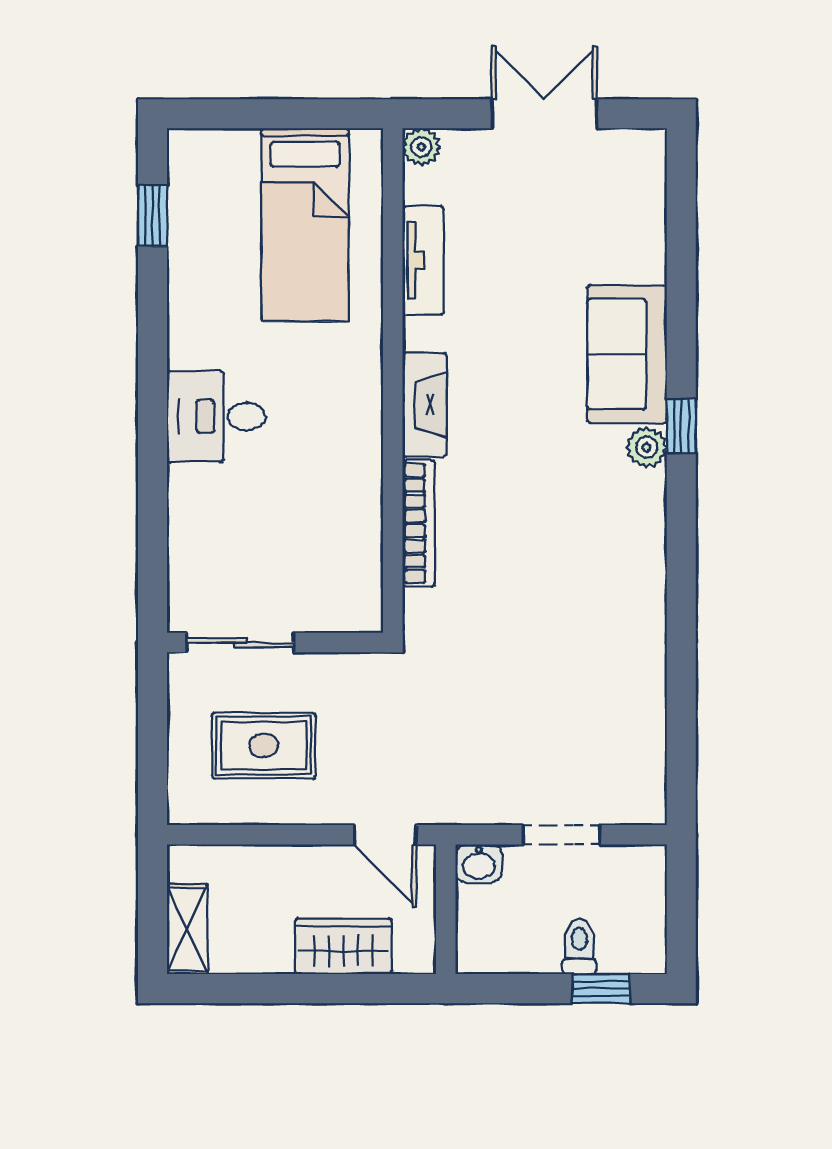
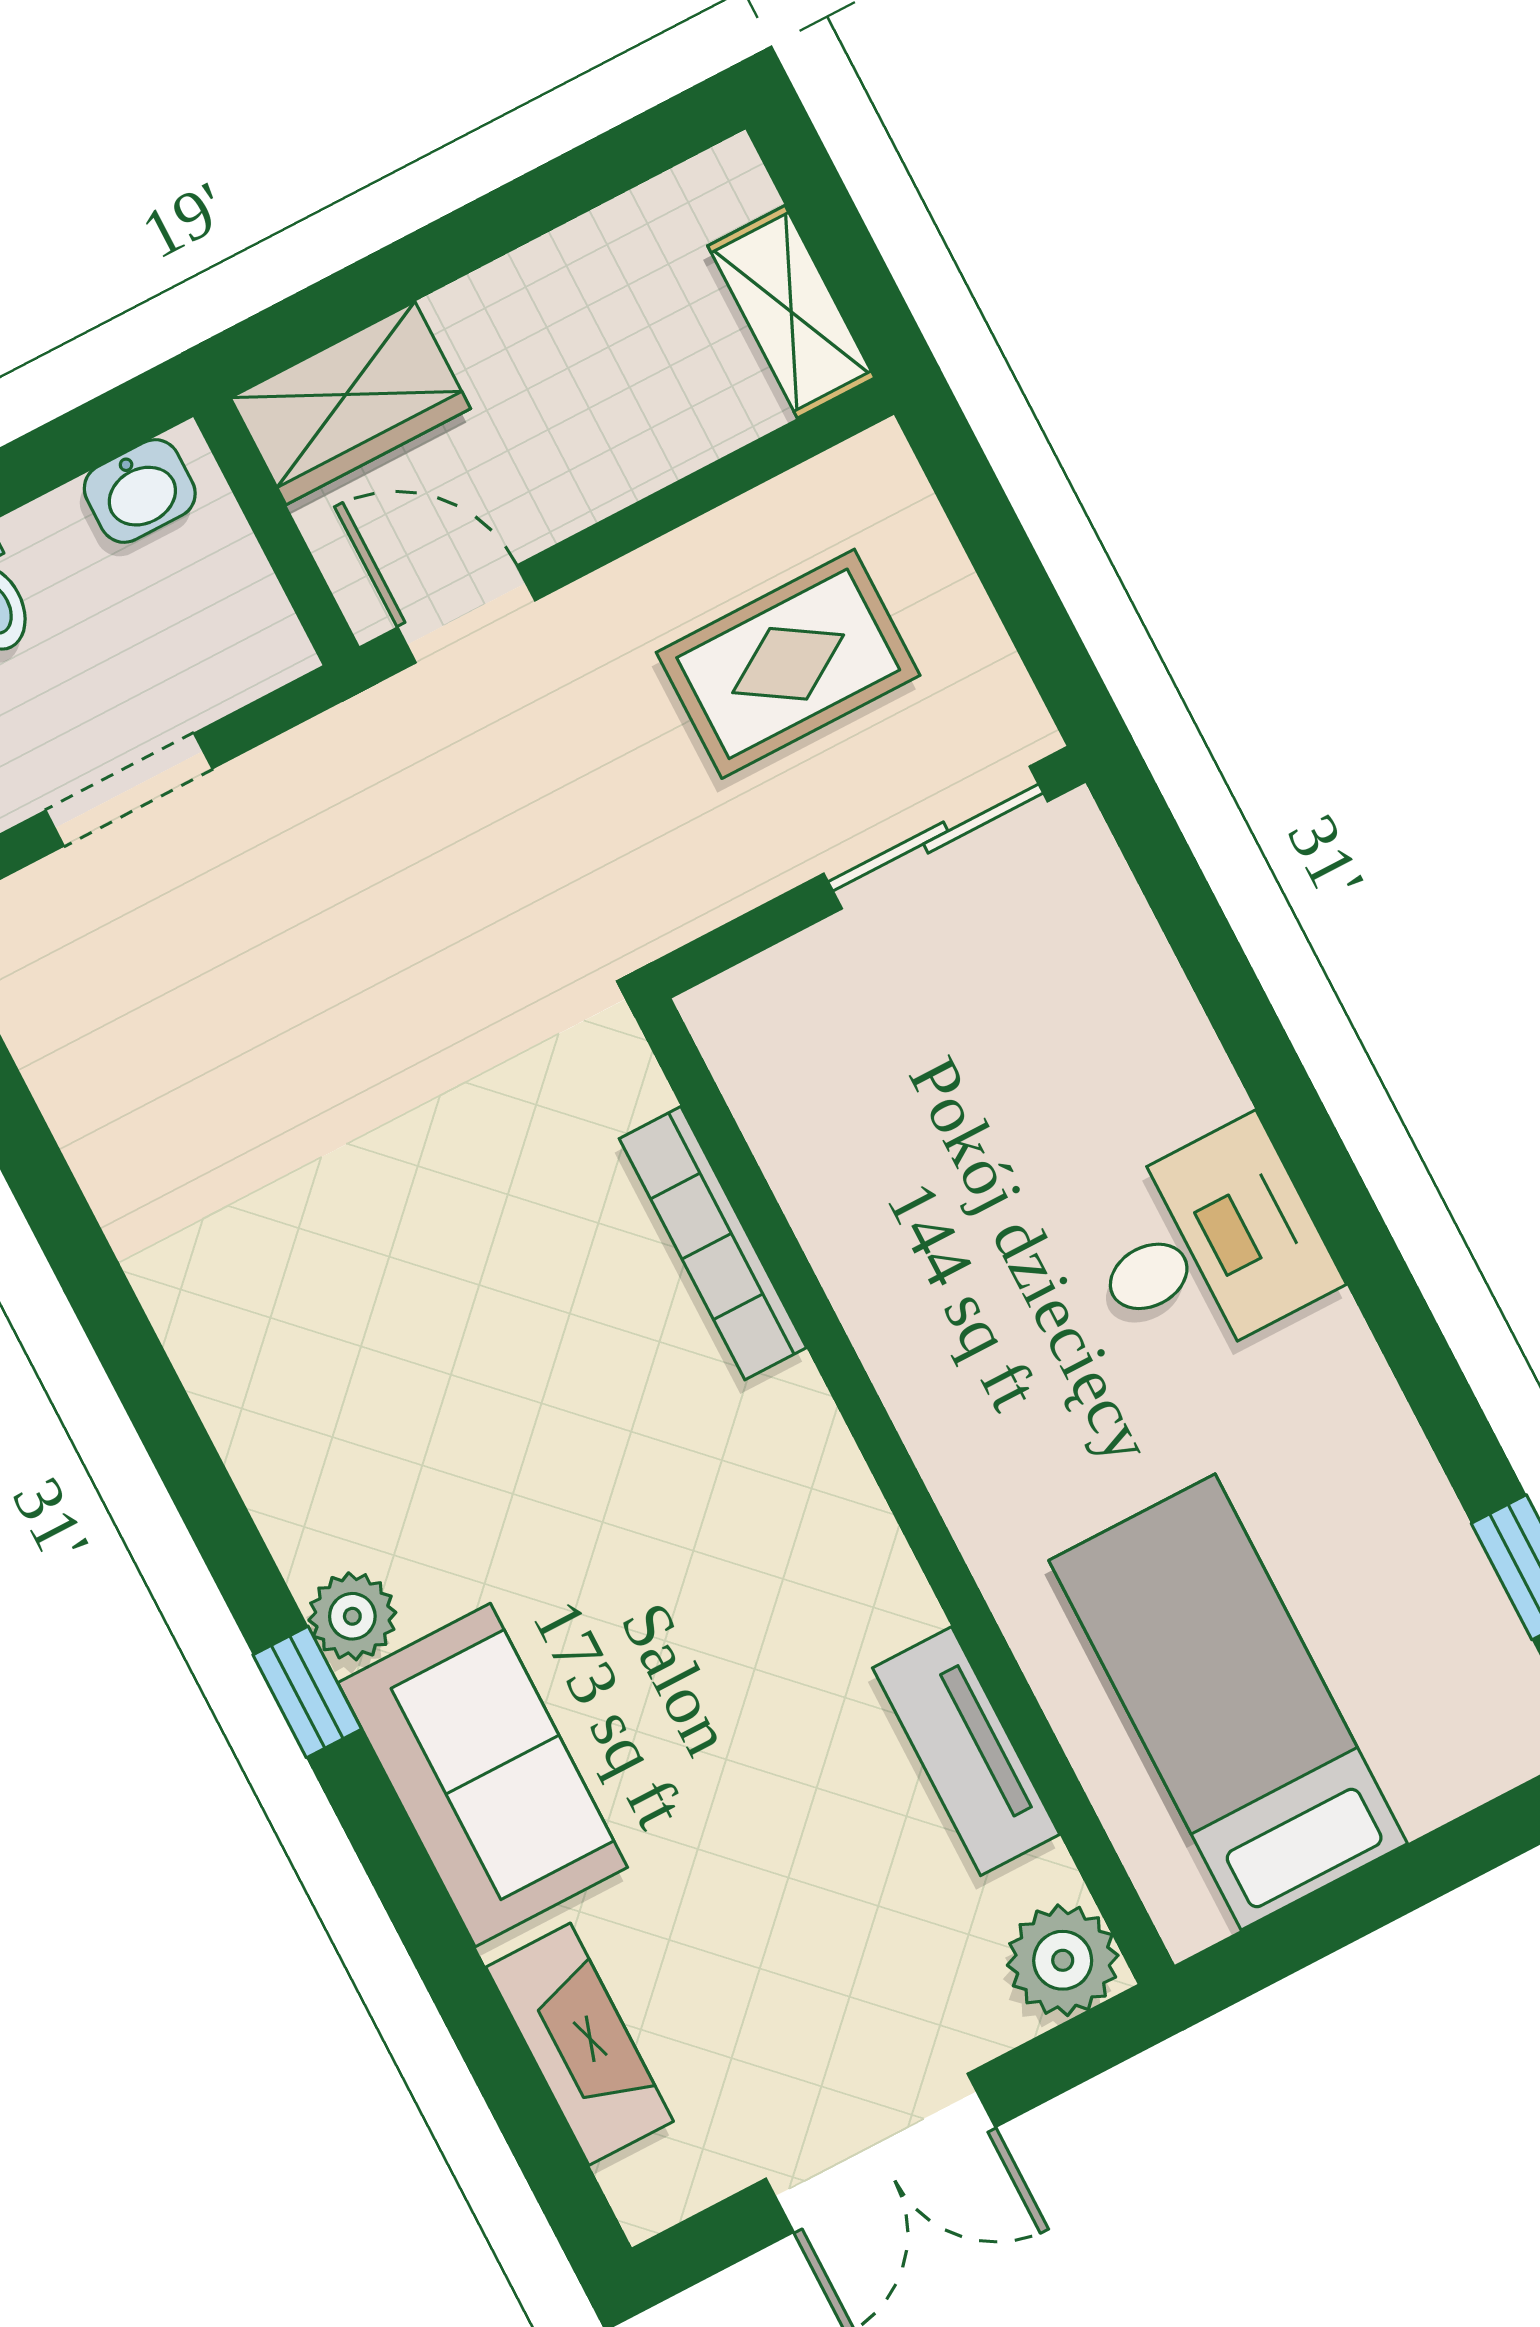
plant: (421, 147) -> (1063, 1960), width x1.38, depth x1.38
fireplace: (425, 405) -> (580, 2044), moved, turned 180
washbasin: (479, 863) -> (140, 491), moved, turned 180
shelving: (187, 929) -> (791, 312), moved
wardrobe: (343, 946) -> (350, 403), moved

